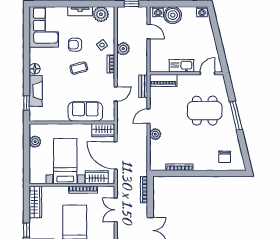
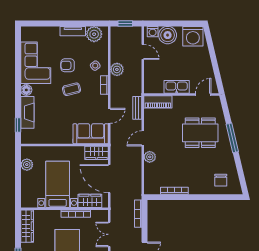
washing machine: (202, 12) -> (193, 36), width x1.89, depth x1.89
corner sofa: (44, 27) -> (36, 63), moved
sofa: (85, 112) -> (91, 134), moved

